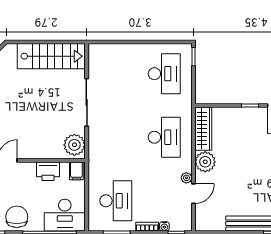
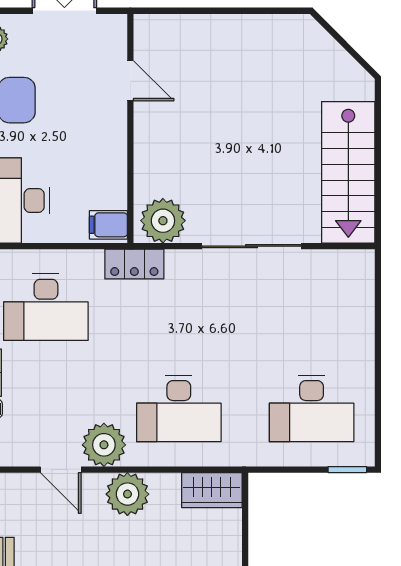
wardrobe: (203, 129) -> (212, 490), width x0.67
locker: (95, 158) -> (134, 264), added
printer: (48, 171) -> (108, 165), removed
plant: (186, 178) -> (104, 445), width x1.88, depth x1.88

